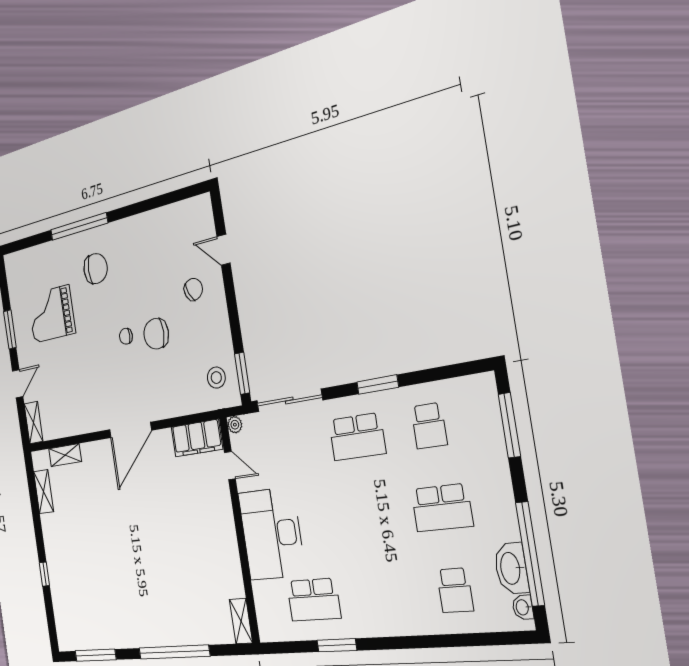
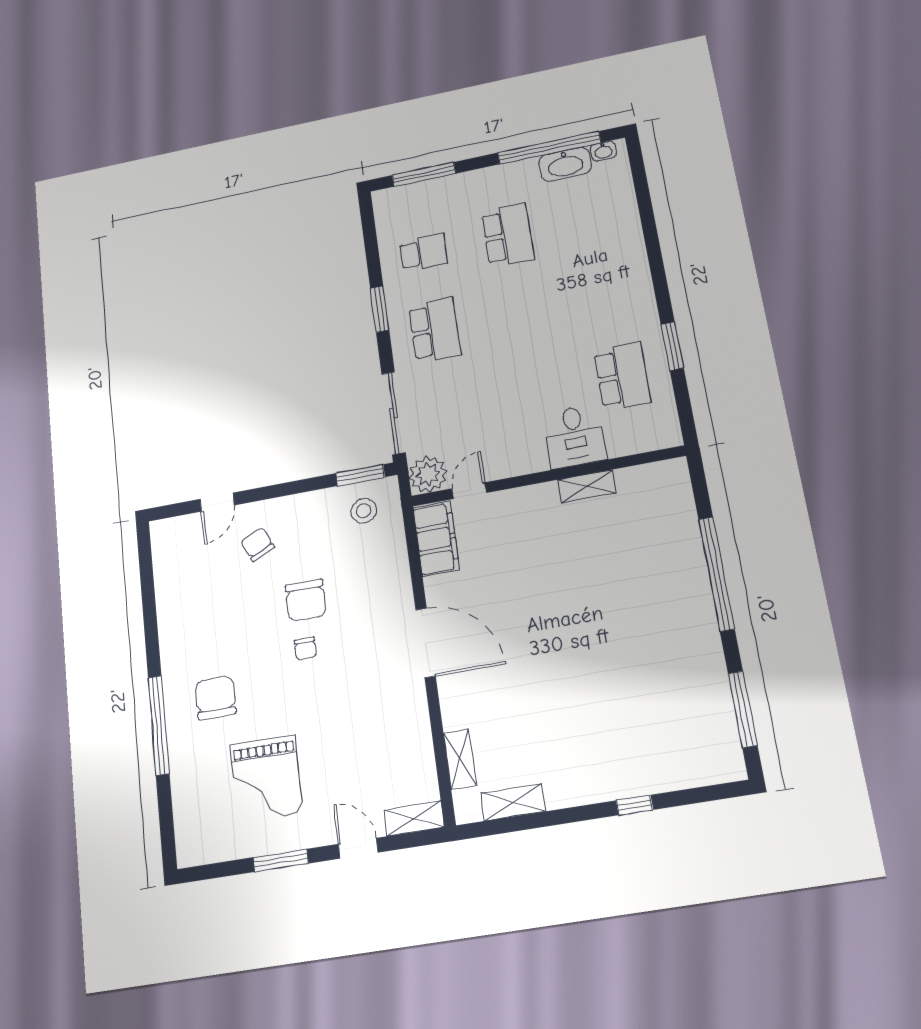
plant: (235, 425) -> (428, 474), width x1.88, depth x1.88
desk: (272, 534) -> (575, 436), width x0.53, depth x0.77
school desk: (455, 590) -> (593, 218), removed
shelving: (241, 621) -> (587, 486), moved

